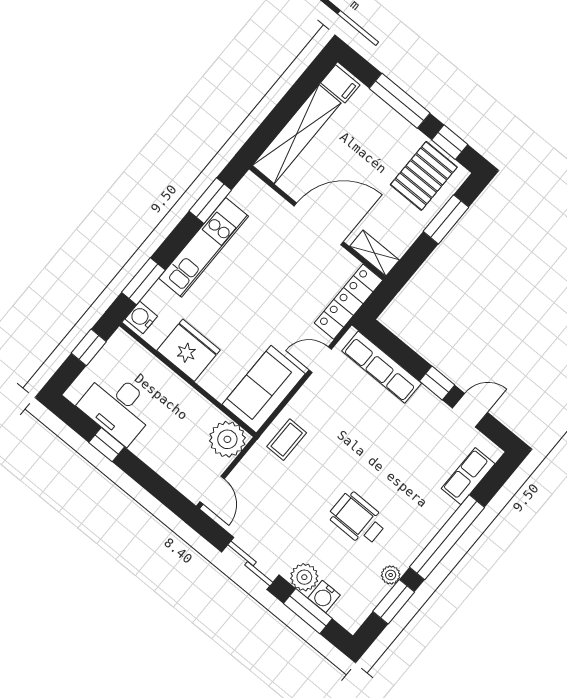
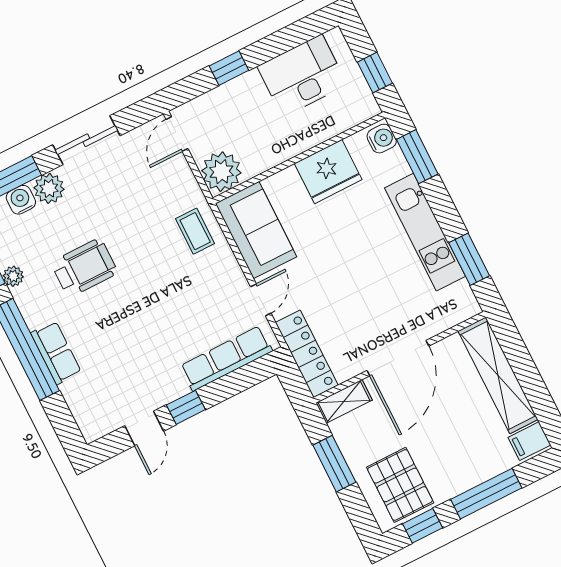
window: (446, 219) -> (334, 464), moved
window: (107, 445) -> (229, 68), moved
row of seats: (468, 476) -> (56, 353), moved
door: (212, 490) -> (177, 134), hinge flipped

